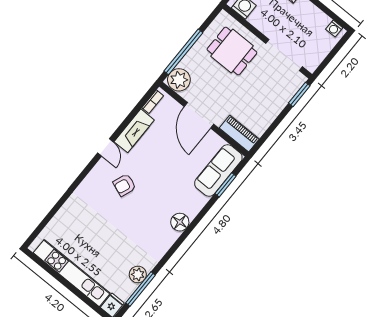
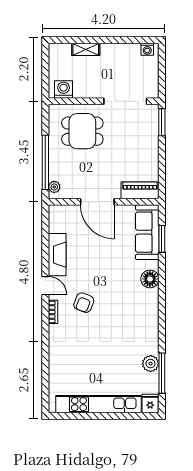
plant: (179, 80) -> (54, 187), width x0.53, depth x0.53
bookcase: (153, 102) -> (53, 312), moved
floor lamp: (180, 222) -> (150, 279), moved

